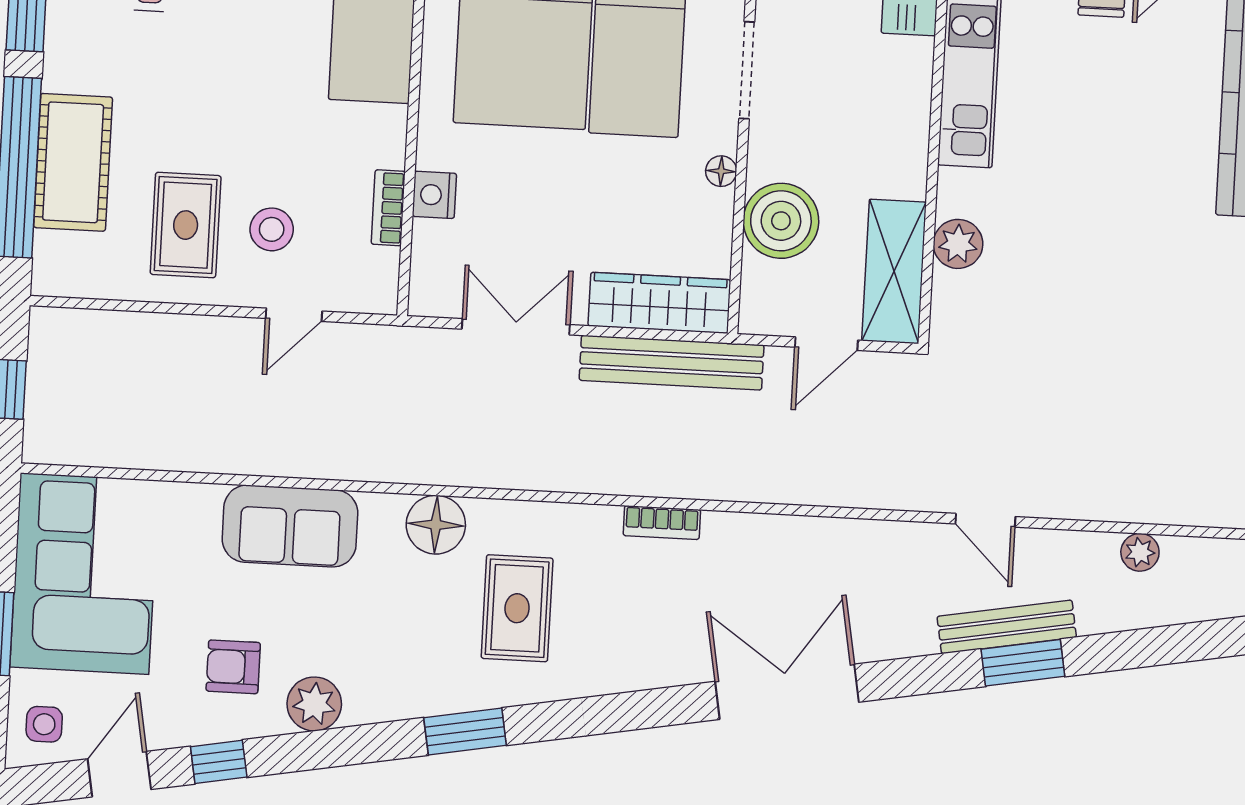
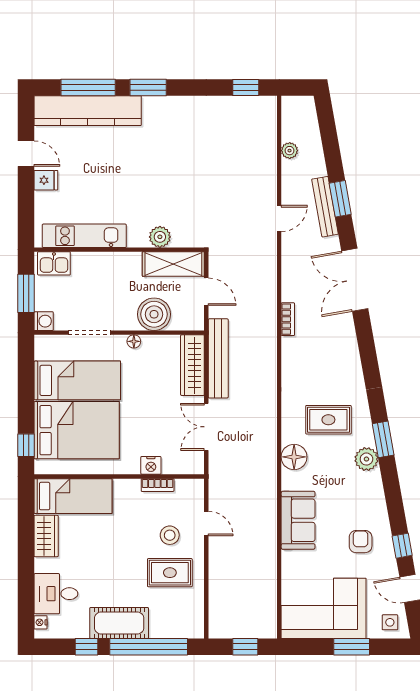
cot: (73, 162) -> (119, 623), moved
bookcase: (662, 523) -> (288, 319), moved
armchair: (233, 667) -> (361, 542), turned 180
double door: (787, 692) -> (355, 280), moved
plant: (314, 704) -> (366, 459), moved

